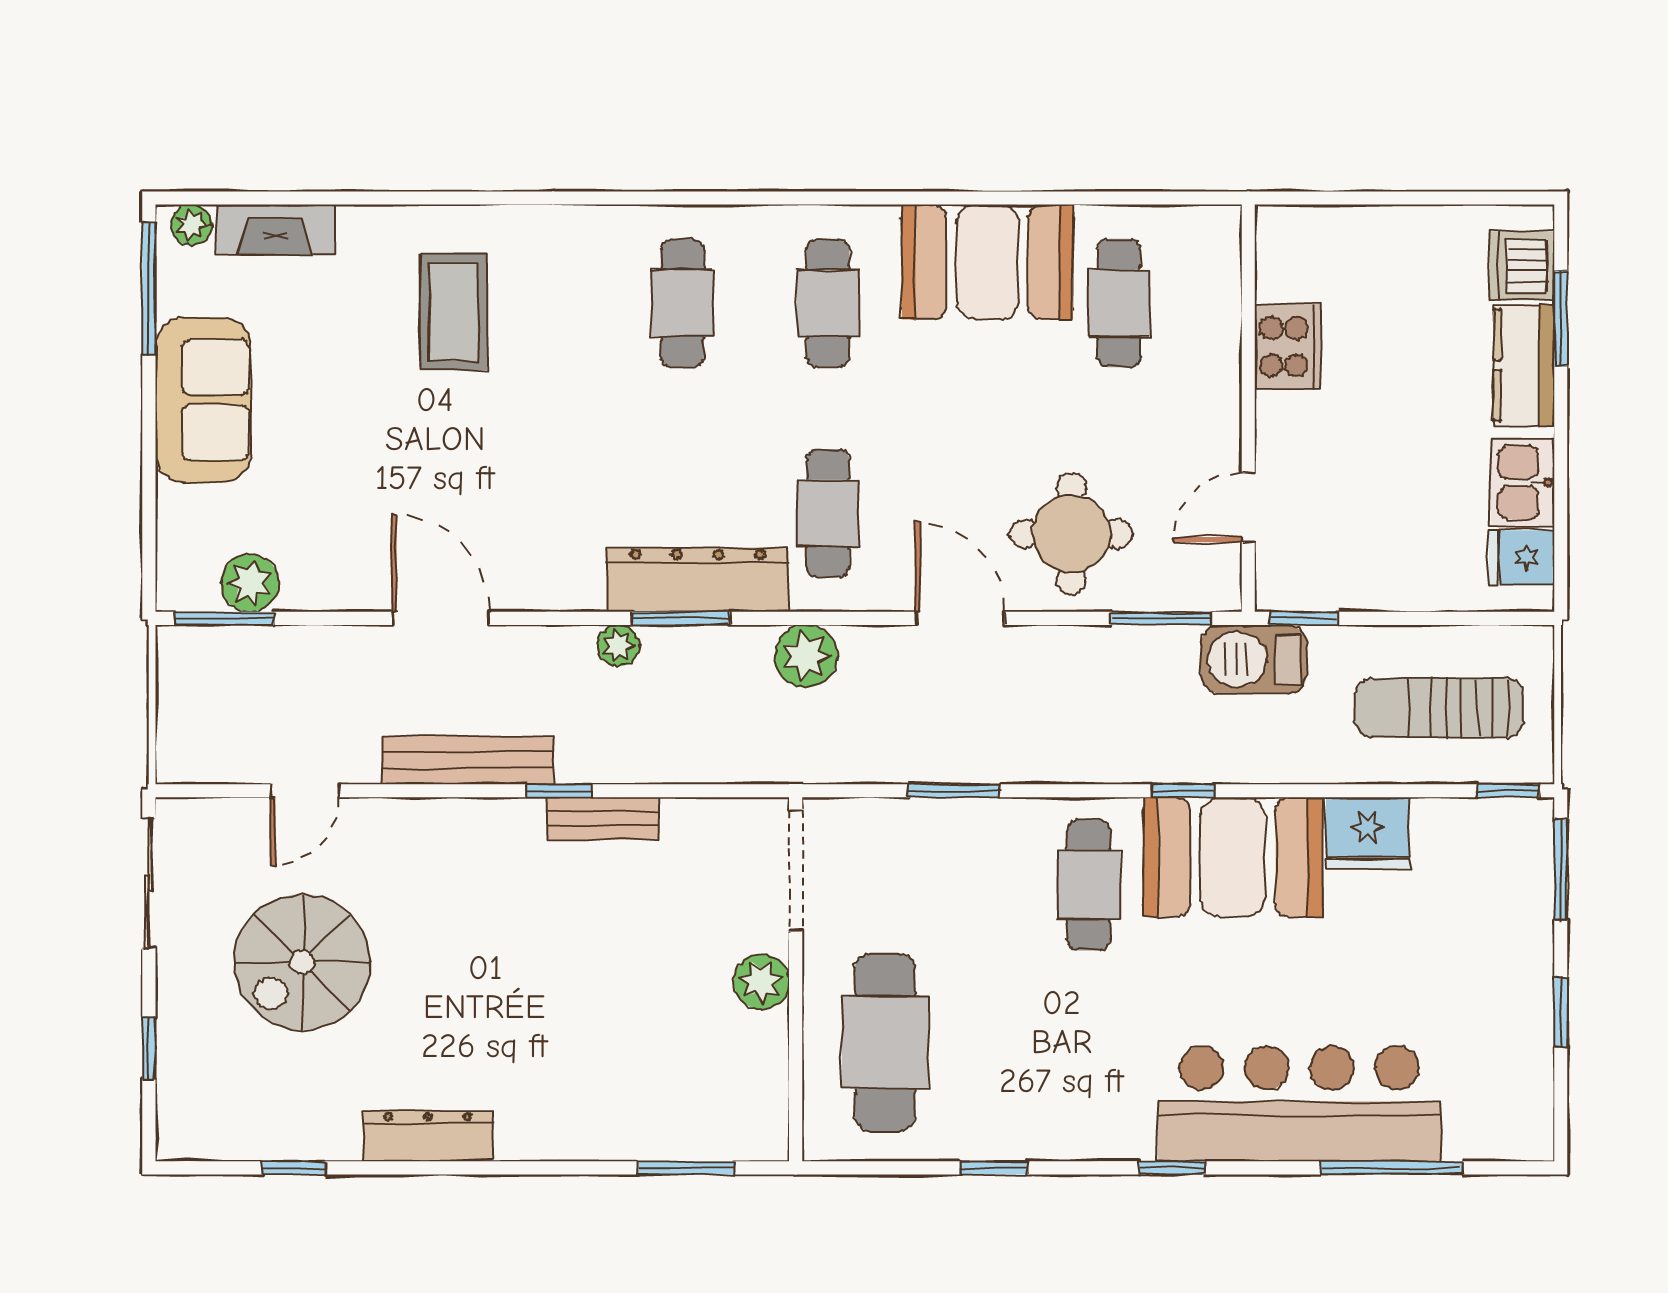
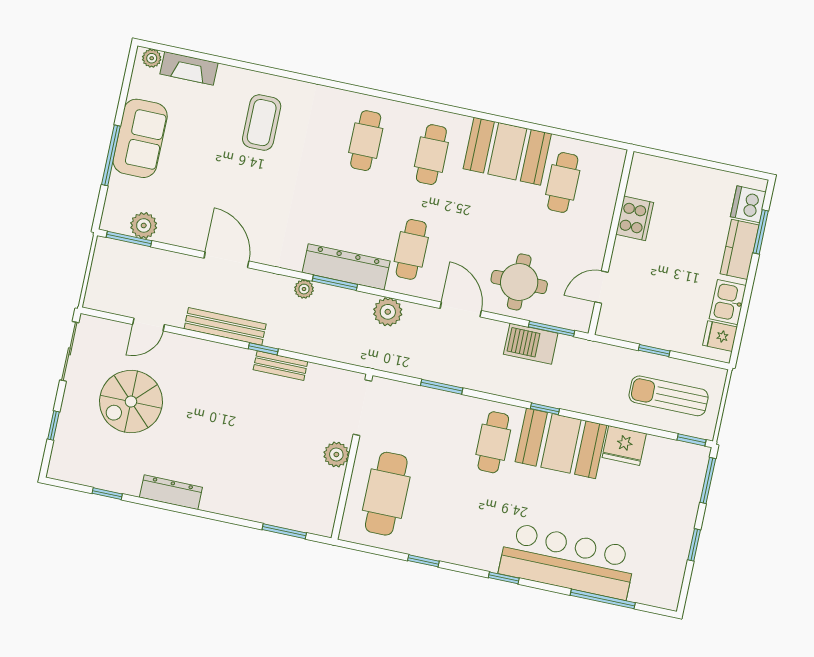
window: (149, 288) -> (111, 155), moved
window: (1304, 618) -> (654, 351), moved
barbecue: (1254, 659) -> (531, 344), moved

